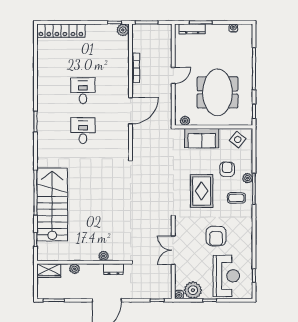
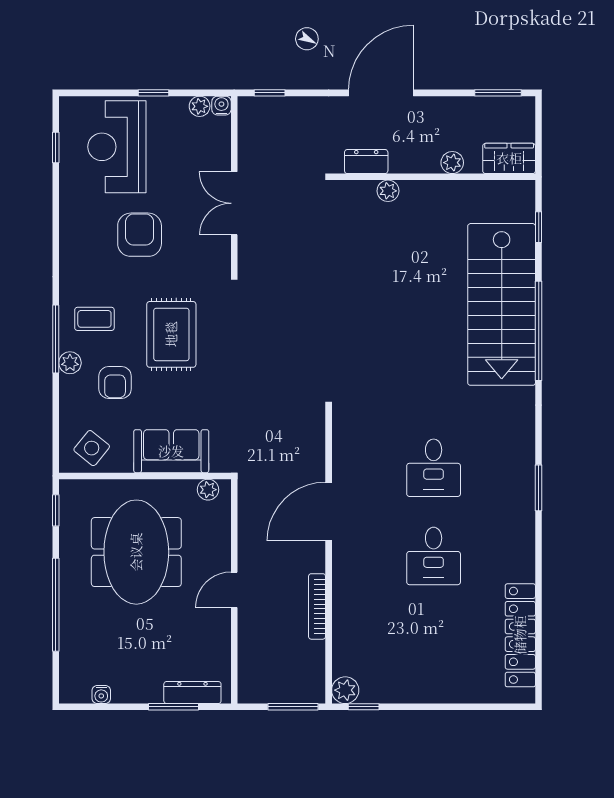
locker: (61, 31) -> (520, 635), moved, turned -90
double door: (173, 250) -> (234, 203), swing flipped
plant: (193, 290) -> (200, 106), width x0.53, depth x0.53

